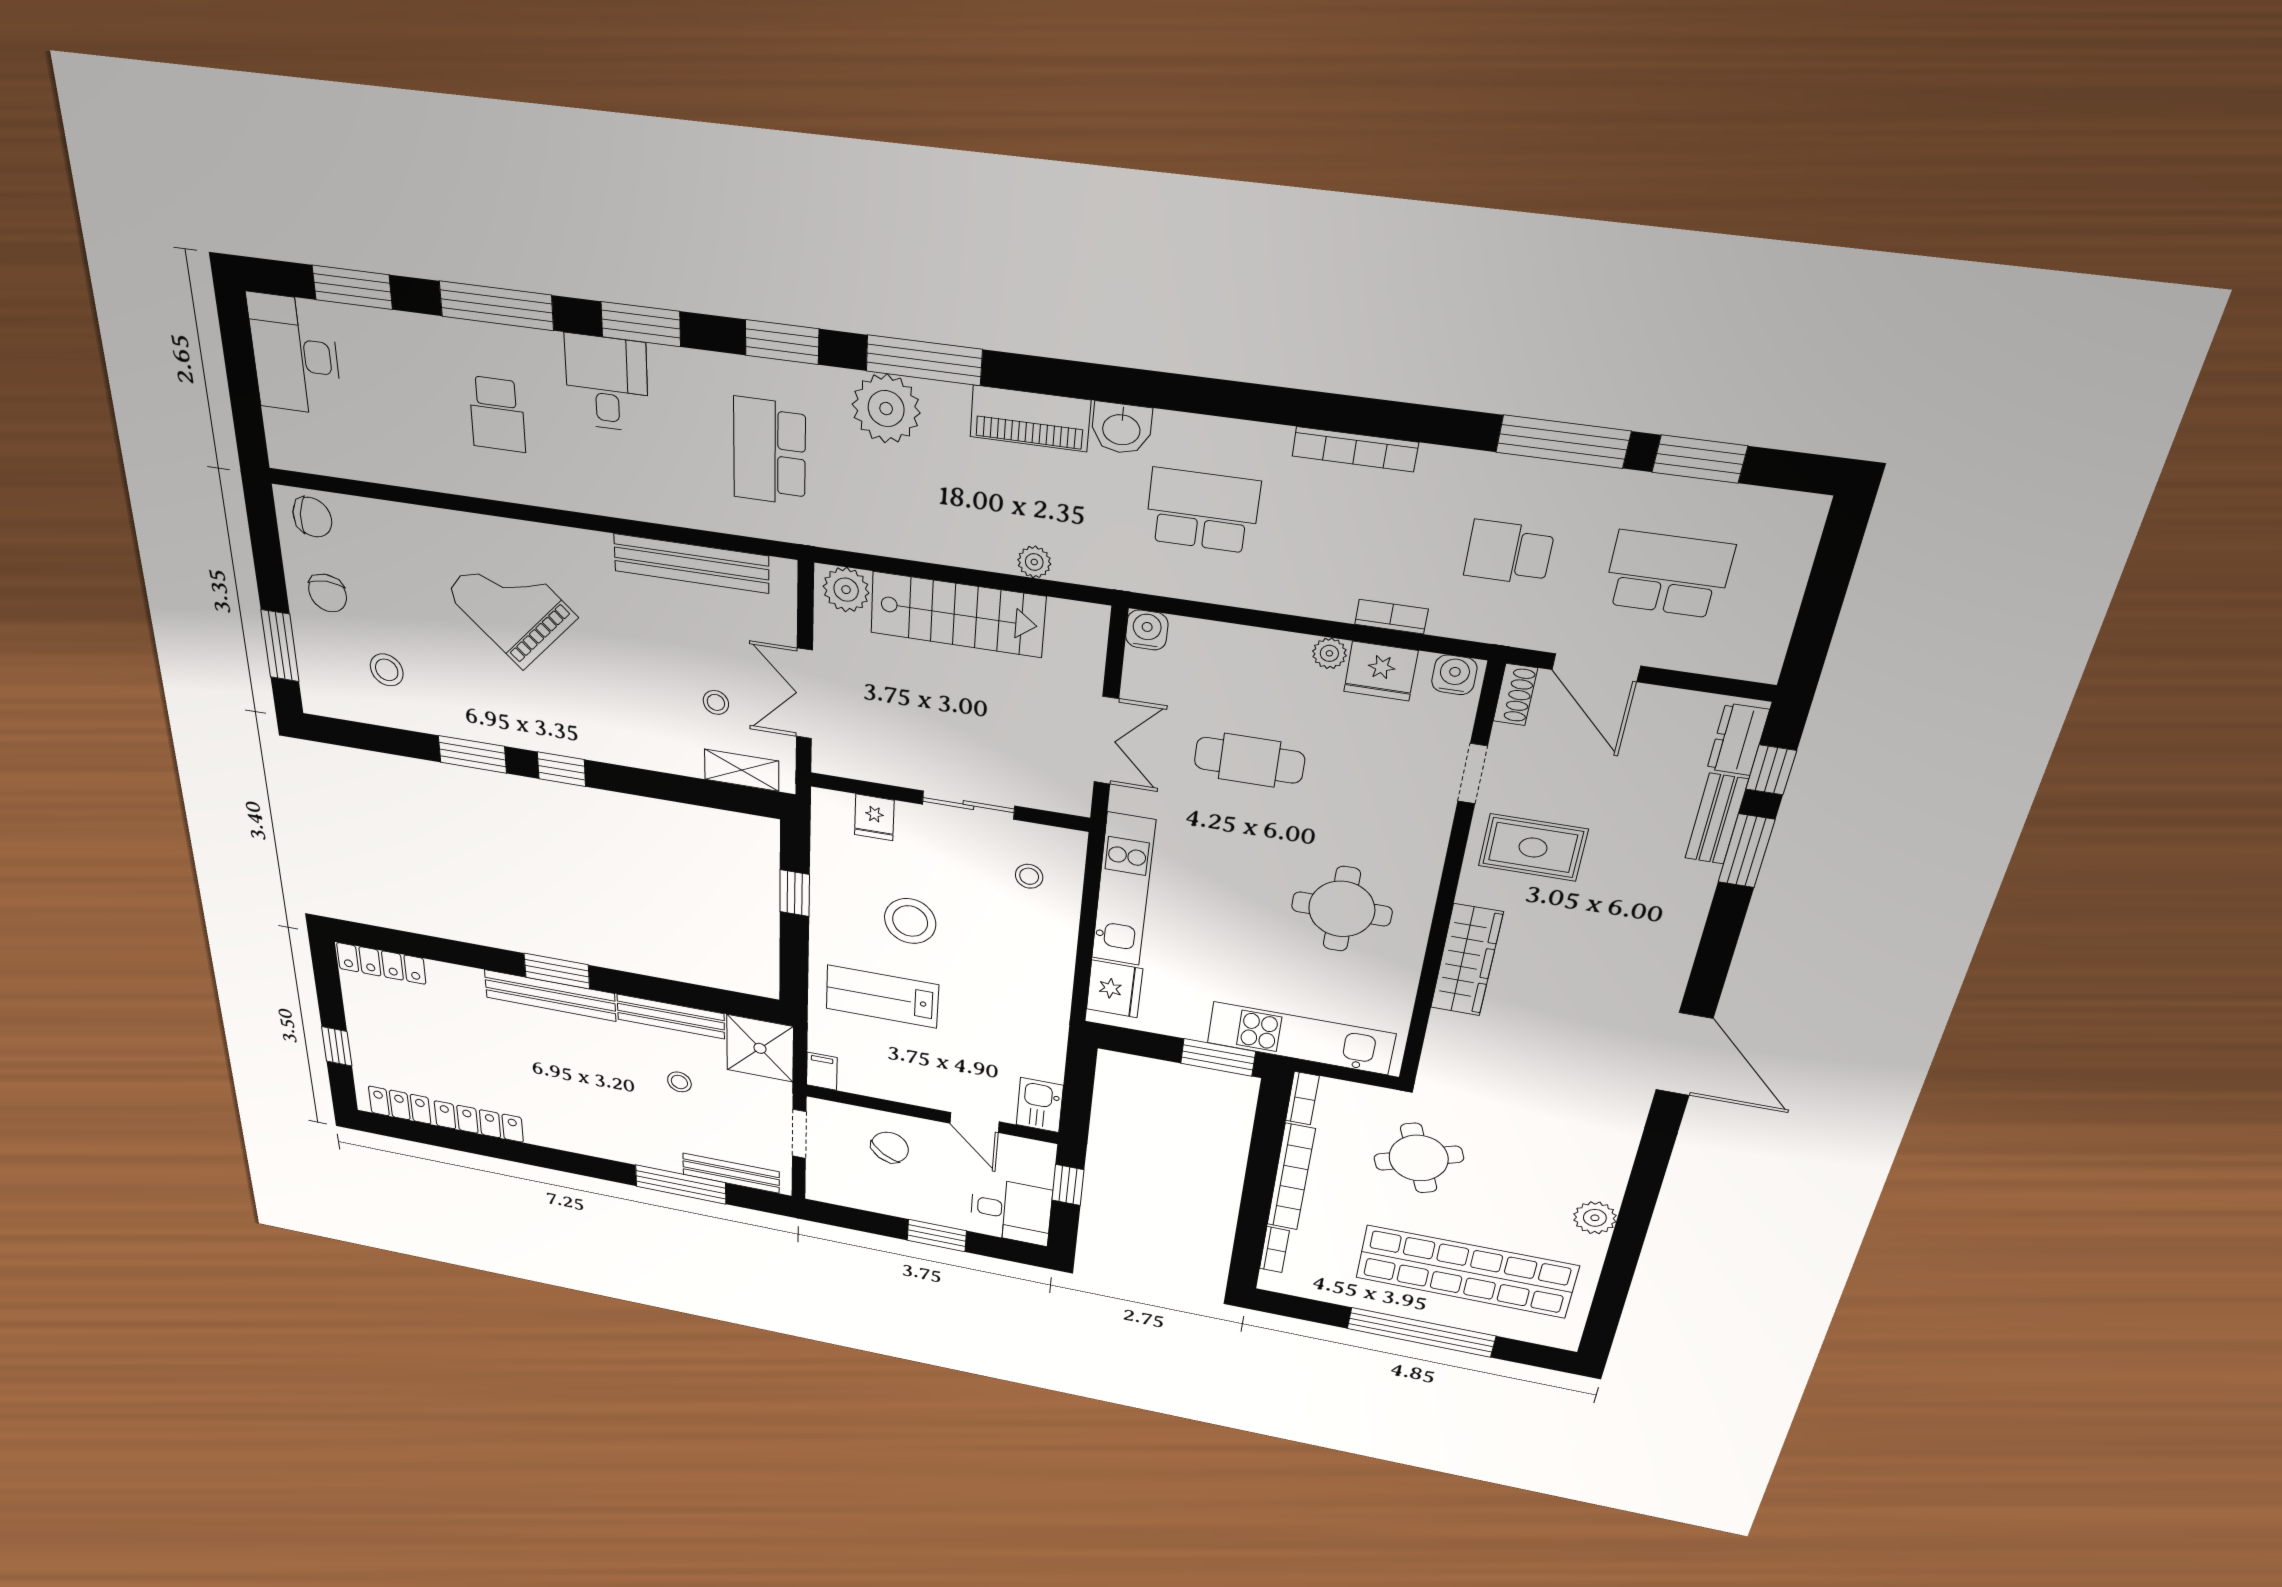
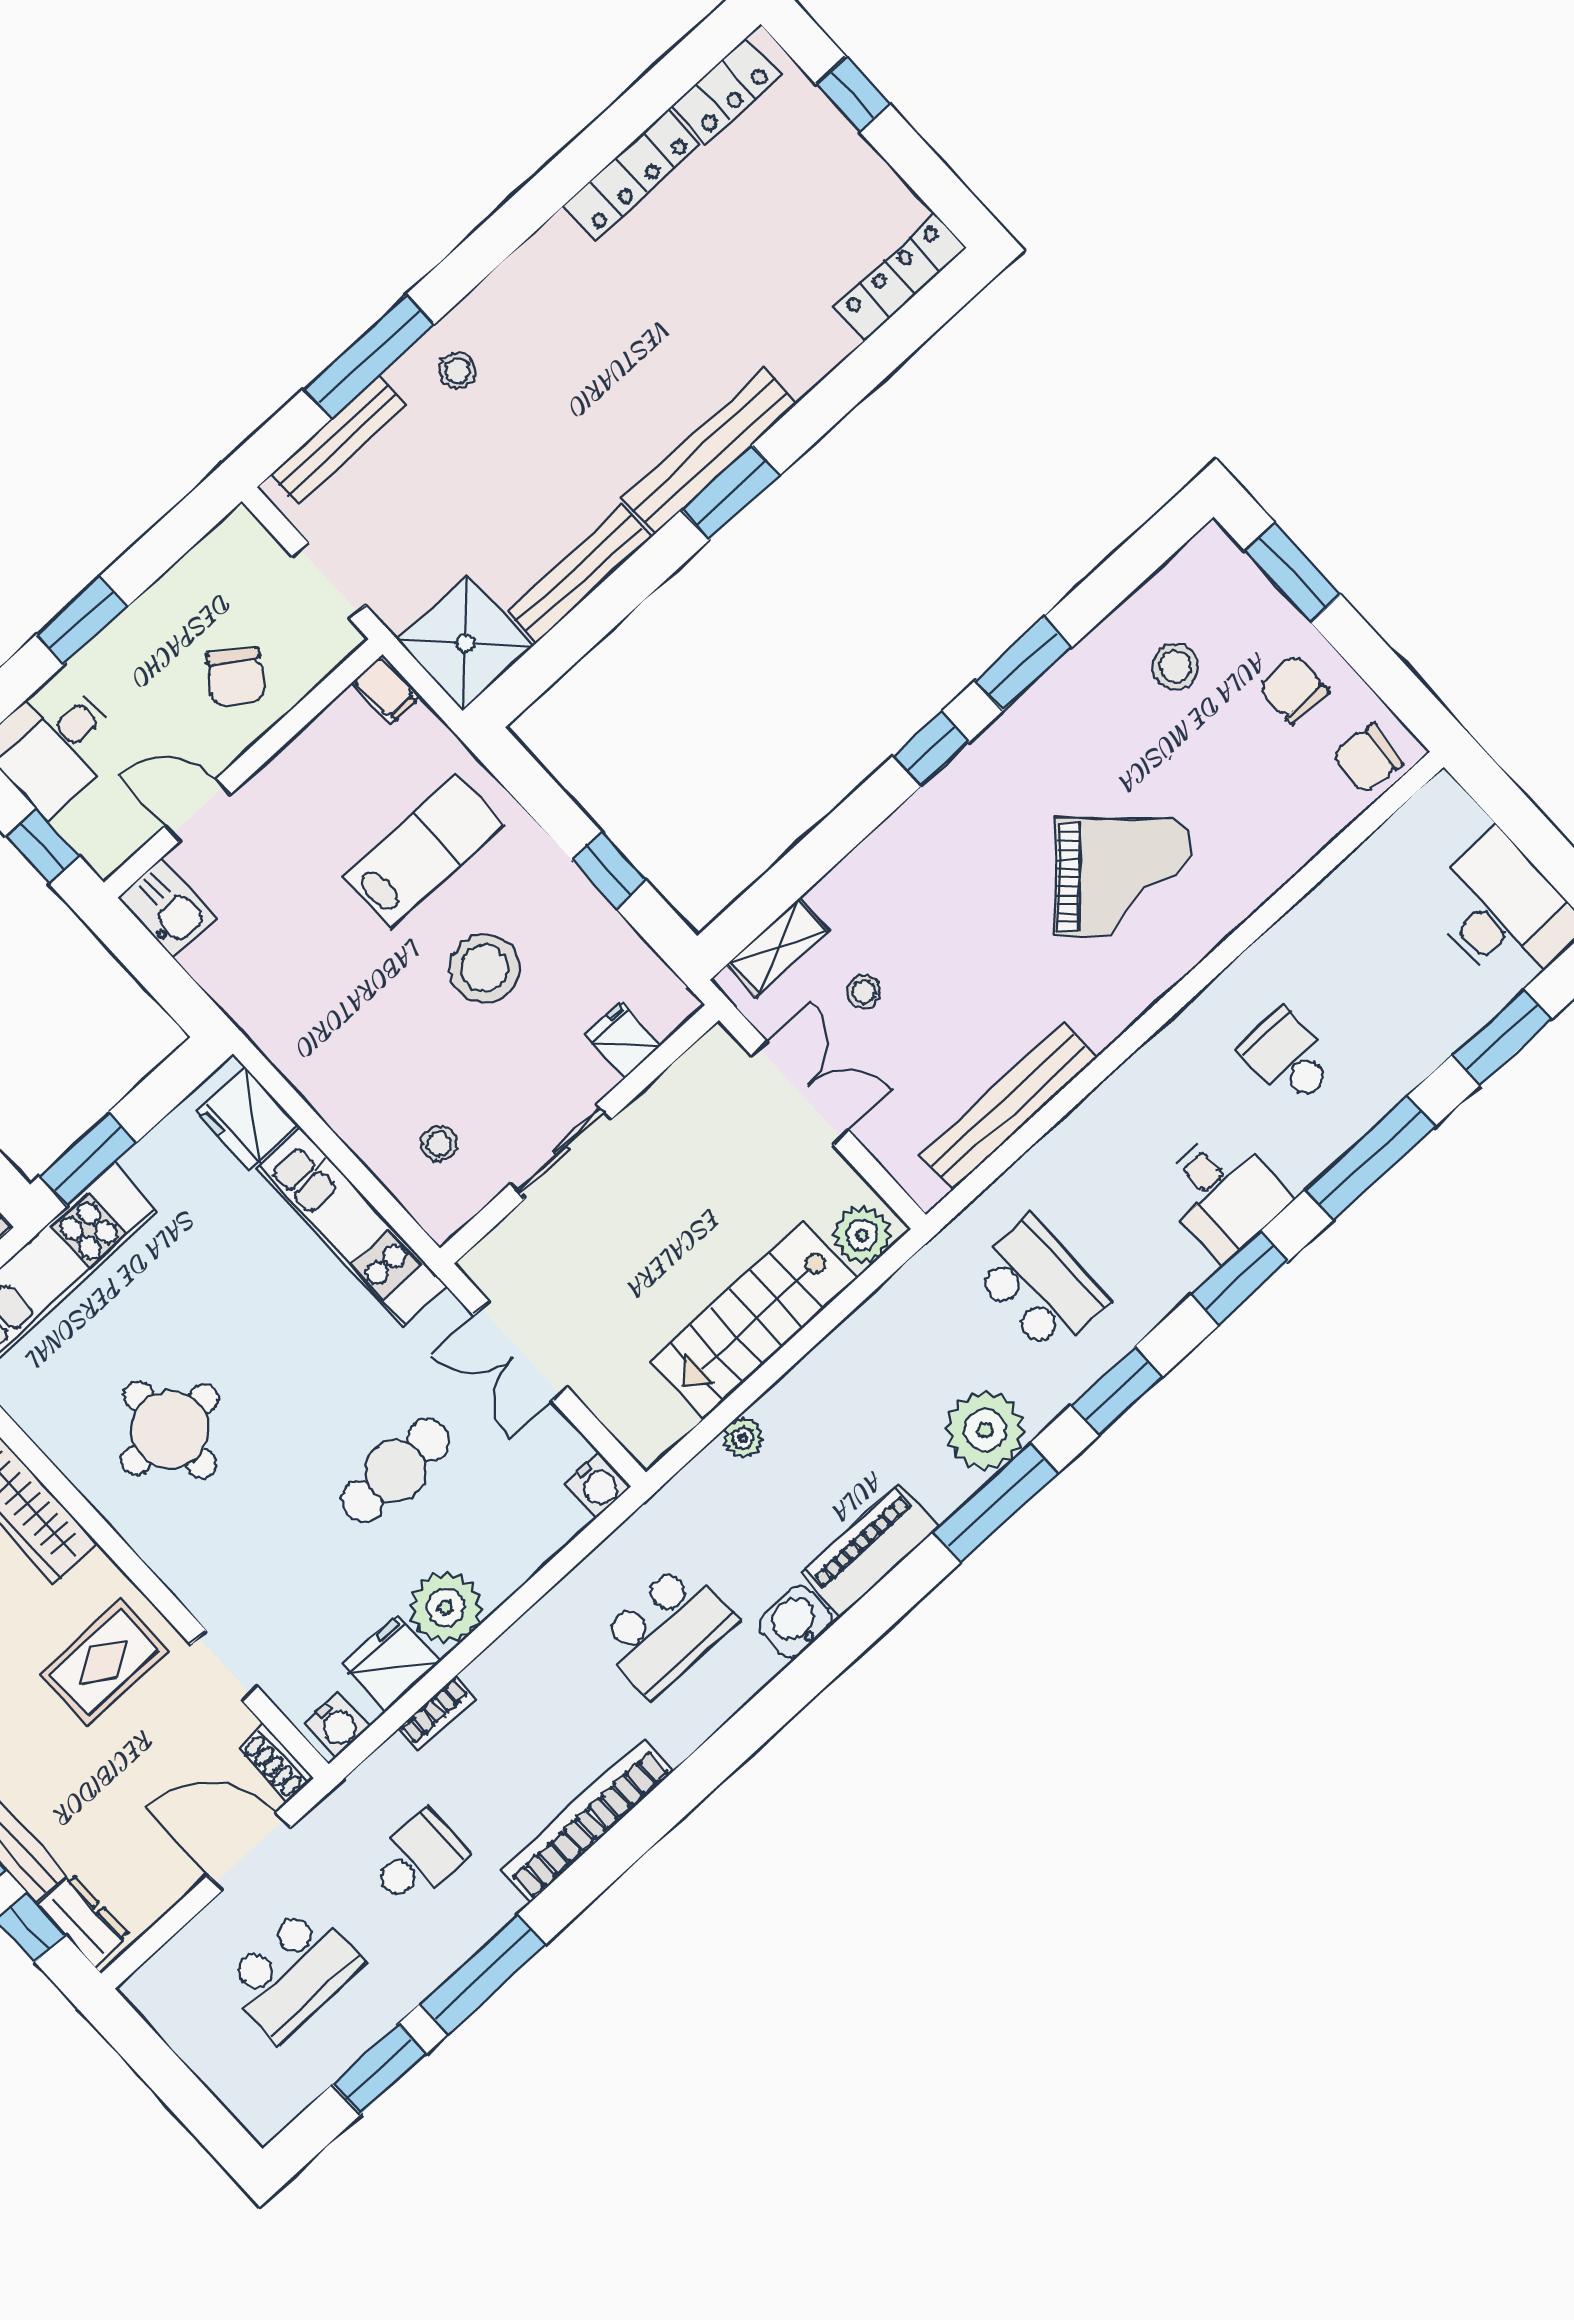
bookcase: (1355, 449) -> (587, 1820), width x1.48, depth x1.31
plant: (1329, 653) -> (446, 1607), width x1.88, depth x1.88
stool: (679, 1082) -> (457, 370), moved

